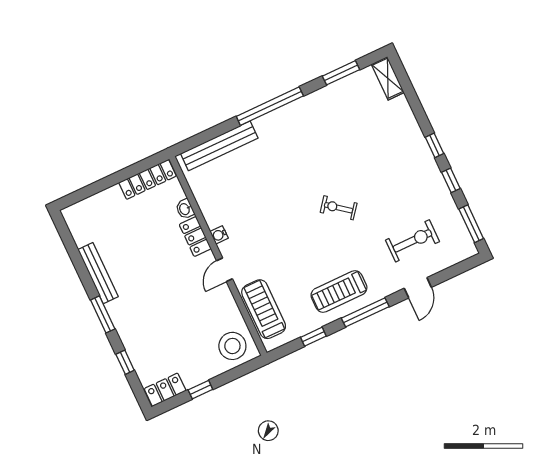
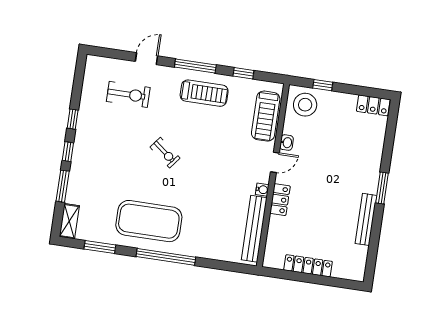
exercise mat: (310, 130) -> (149, 221), added
bench: (219, 146) -> (254, 229), moved, turned 90
locker: (147, 179) -> (308, 266), moved
washbasin: (185, 209) -> (287, 143), moved
window: (471, 224) -> (63, 186), moved
exercise bike: (412, 241) -> (128, 94), turned 180
window: (125, 362) -> (389, 144), removed
window: (200, 390) -> (323, 85), moved

